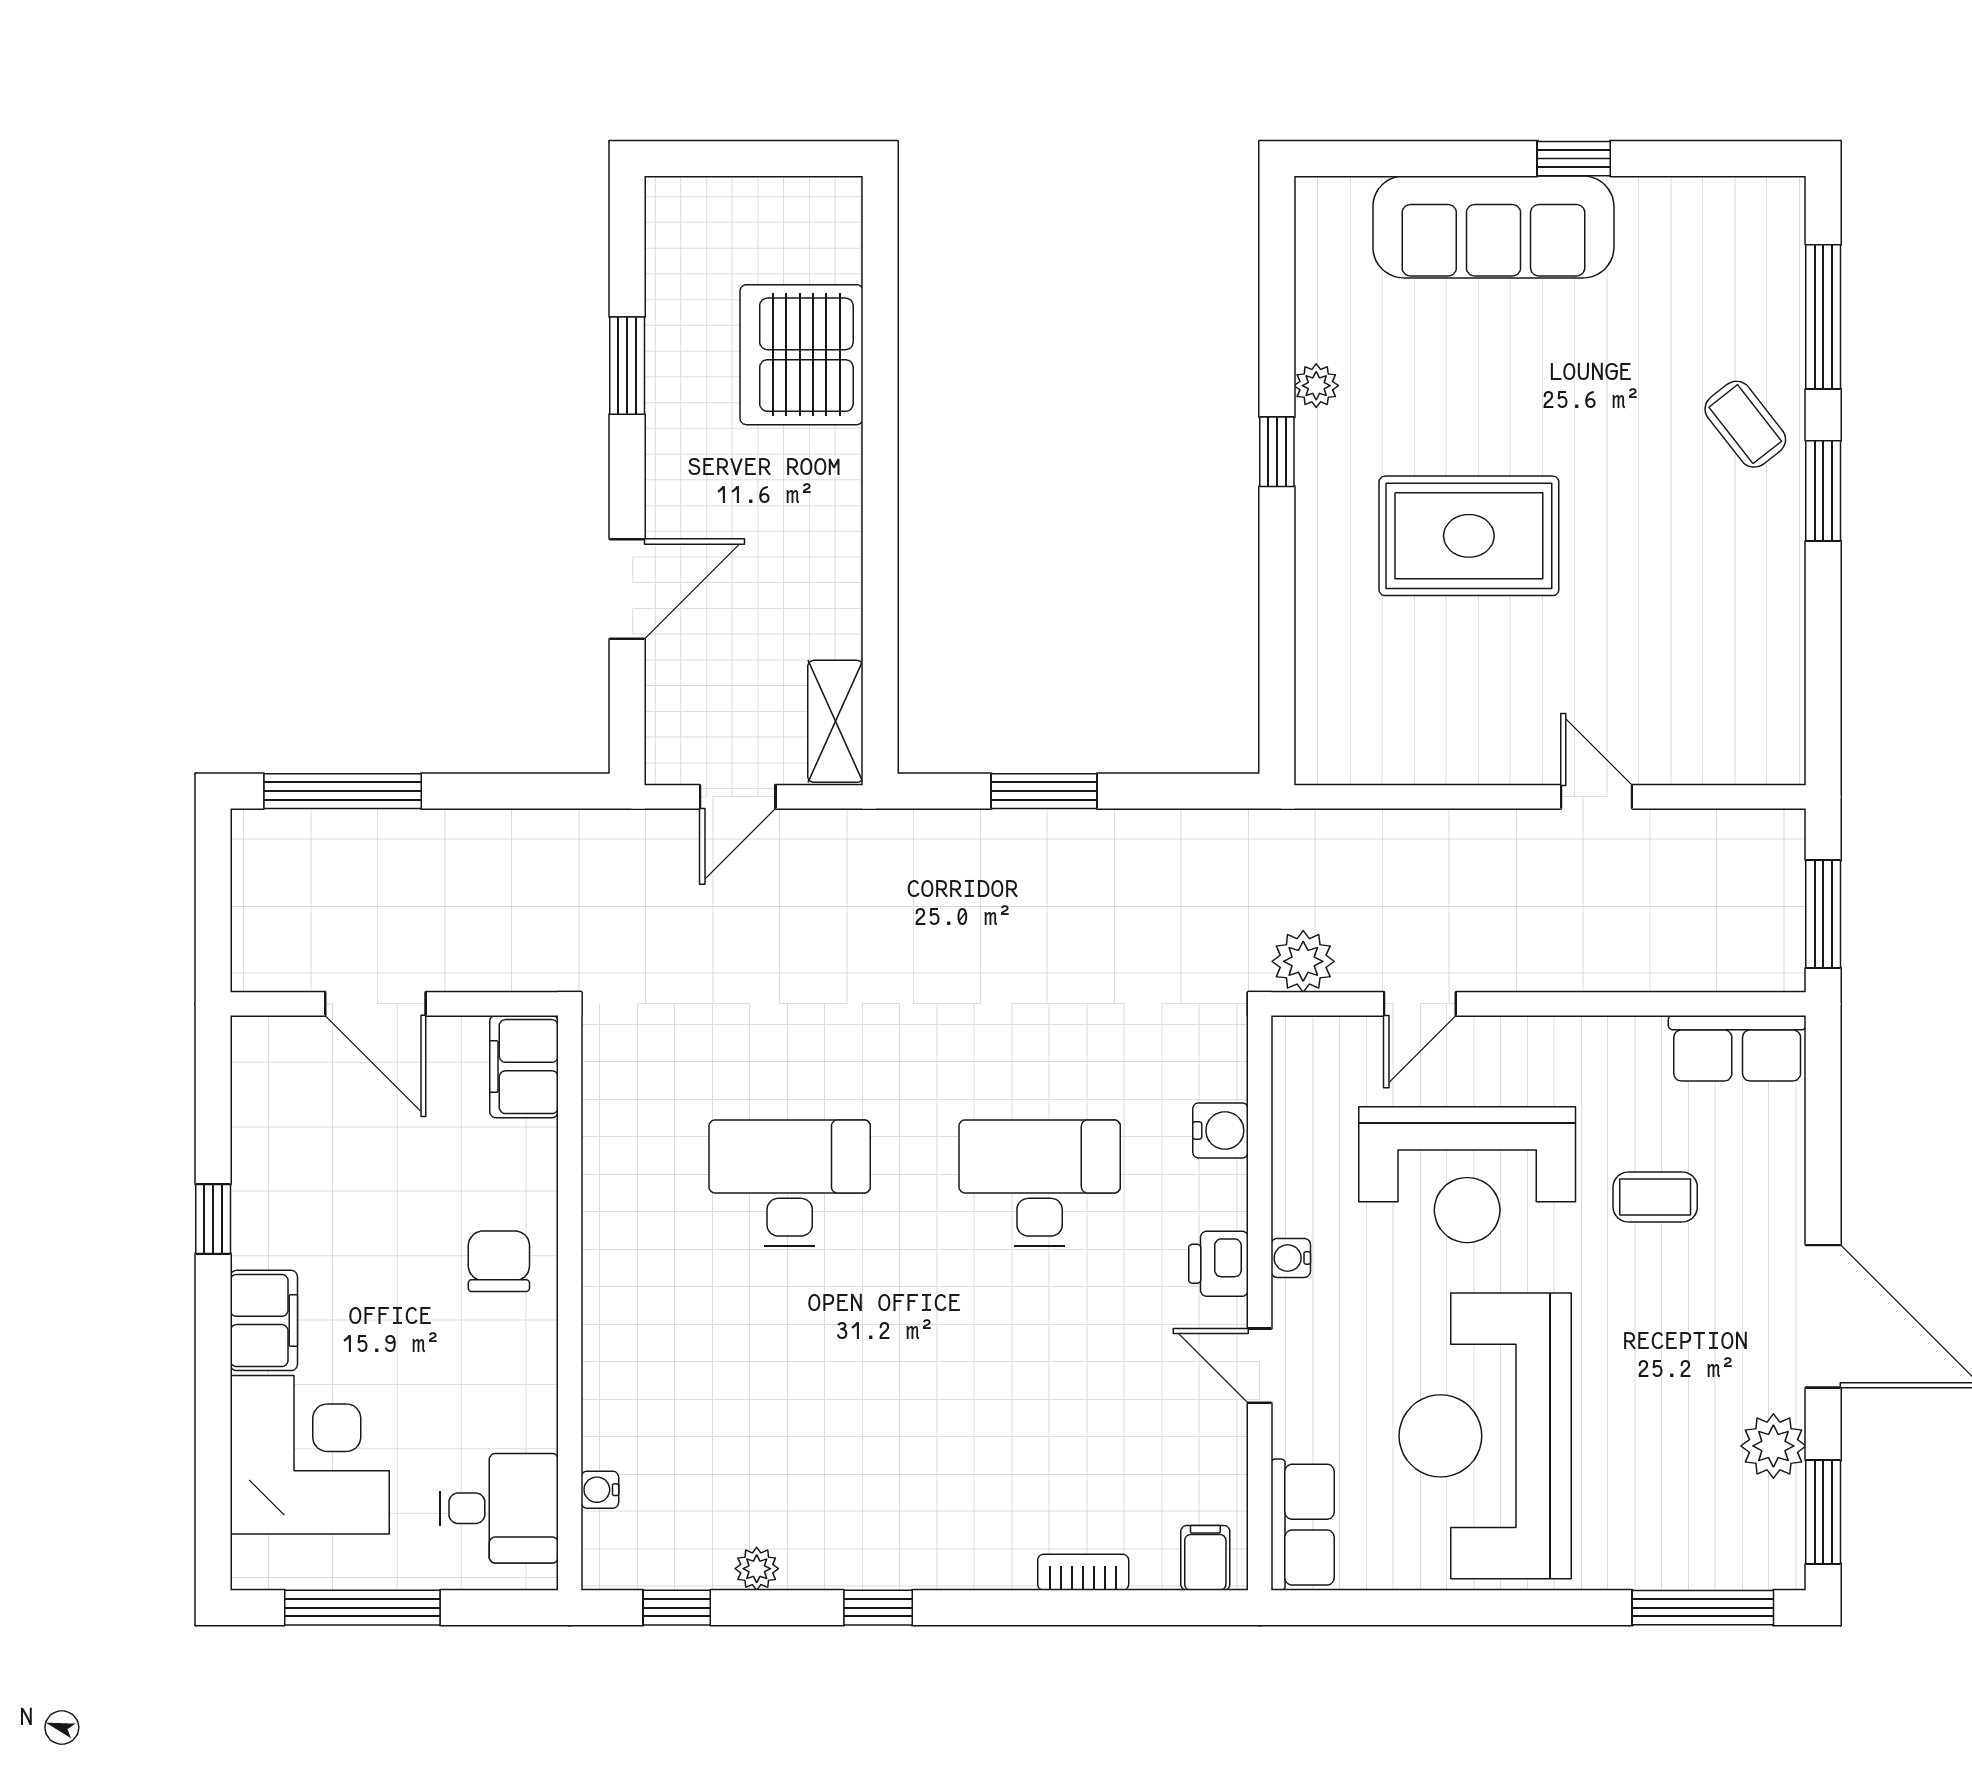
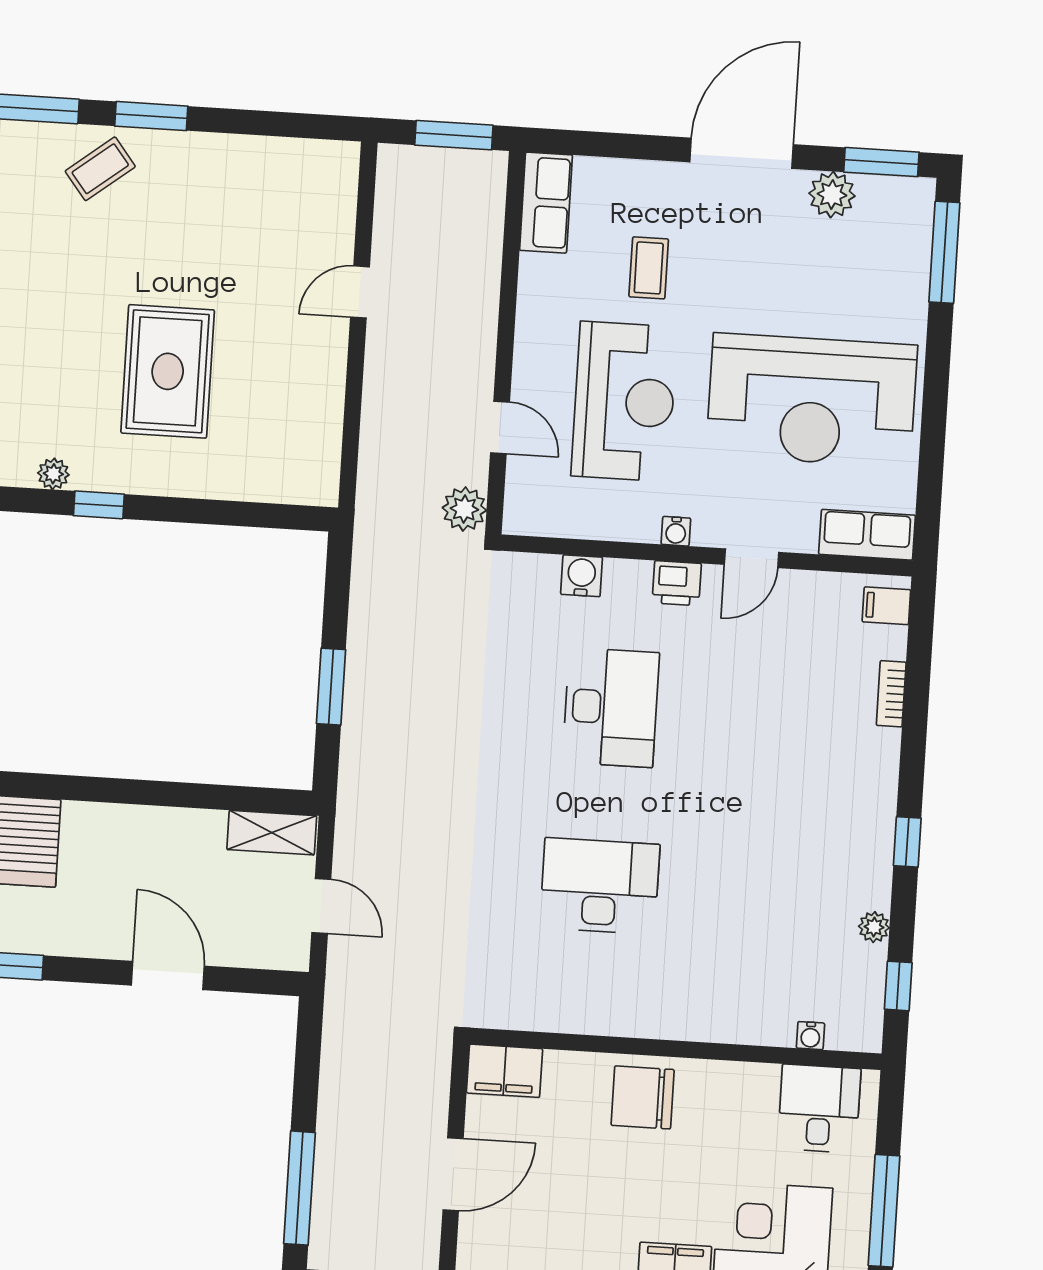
desk: (790, 1183) -> (600, 886), turned 90
desk: (1040, 1183) -> (611, 707), turned 180
chair: (499, 1261) -> (643, 1097), width x1.37, depth x1.37

